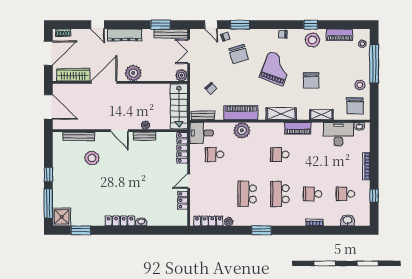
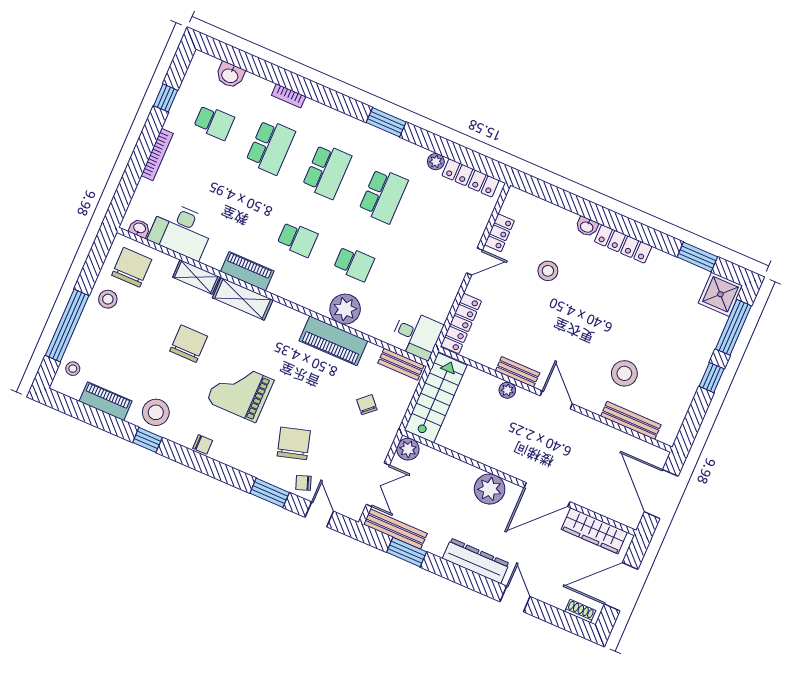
grand piano: (276, 68) -> (240, 391), turned 70
shelving: (281, 114) -> (243, 299), moved
school desk: (215, 154) -> (354, 264), moved
stool: (151, 192) -> (548, 271), added
school desk: (313, 194) -> (270, 147), width x1.85

